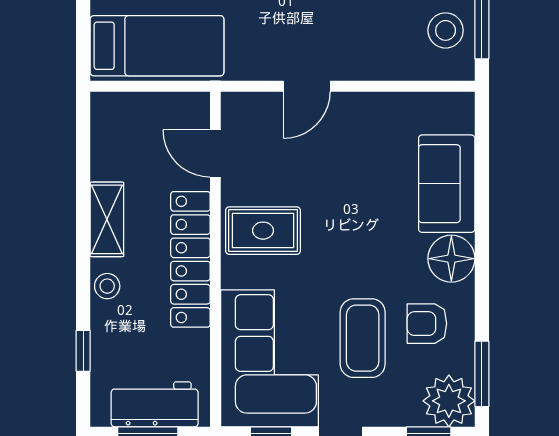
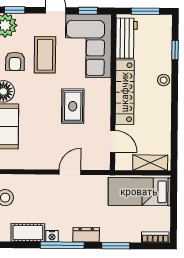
shelving: (107, 219) -> (150, 163), moved, turned 90
rug: (263, 231) -> (73, 106), moved, turned 90
armchair: (427, 324) -> (15, 61), turned 90
workbench: (155, 404) -> (126, 38), moved, turned -90

